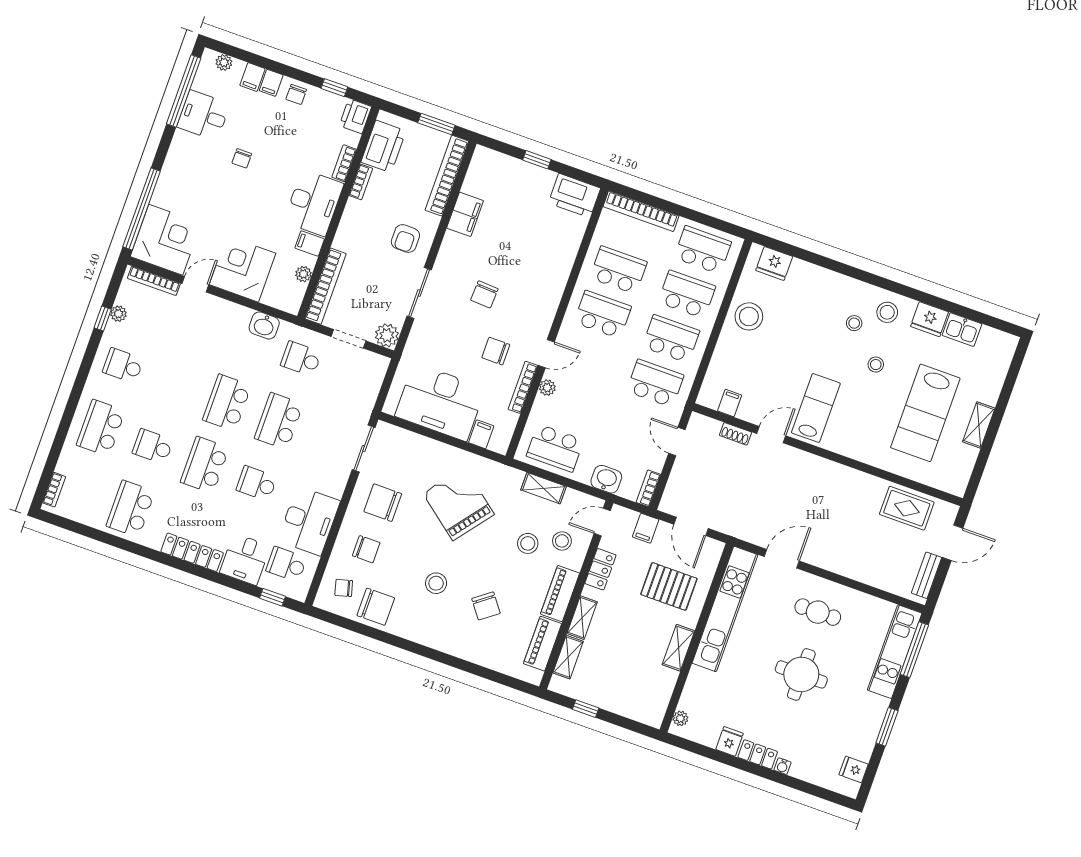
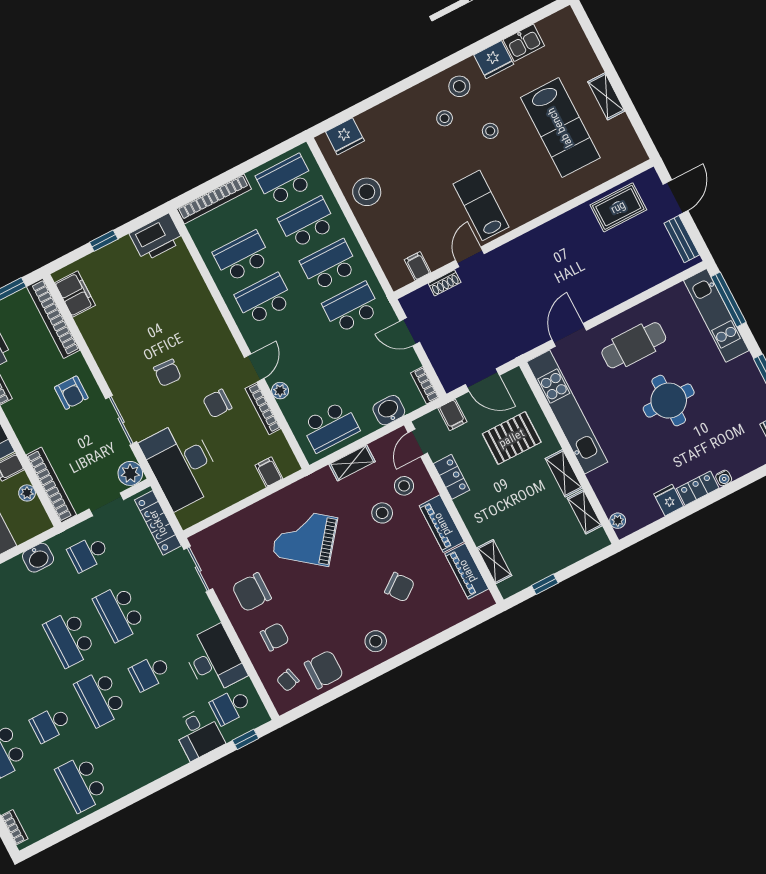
filing cabinet: (465, 214) -> (75, 294), moved
desk: (440, 402) -> (182, 464), moved, turned 90
locker: (192, 552) -> (158, 523), moved, turned -90
stool: (436, 583) -> (376, 641), moved
cafe table: (818, 612) -> (634, 345), width x1.37, depth x1.35
shelving: (582, 618) -> (585, 512), moved

